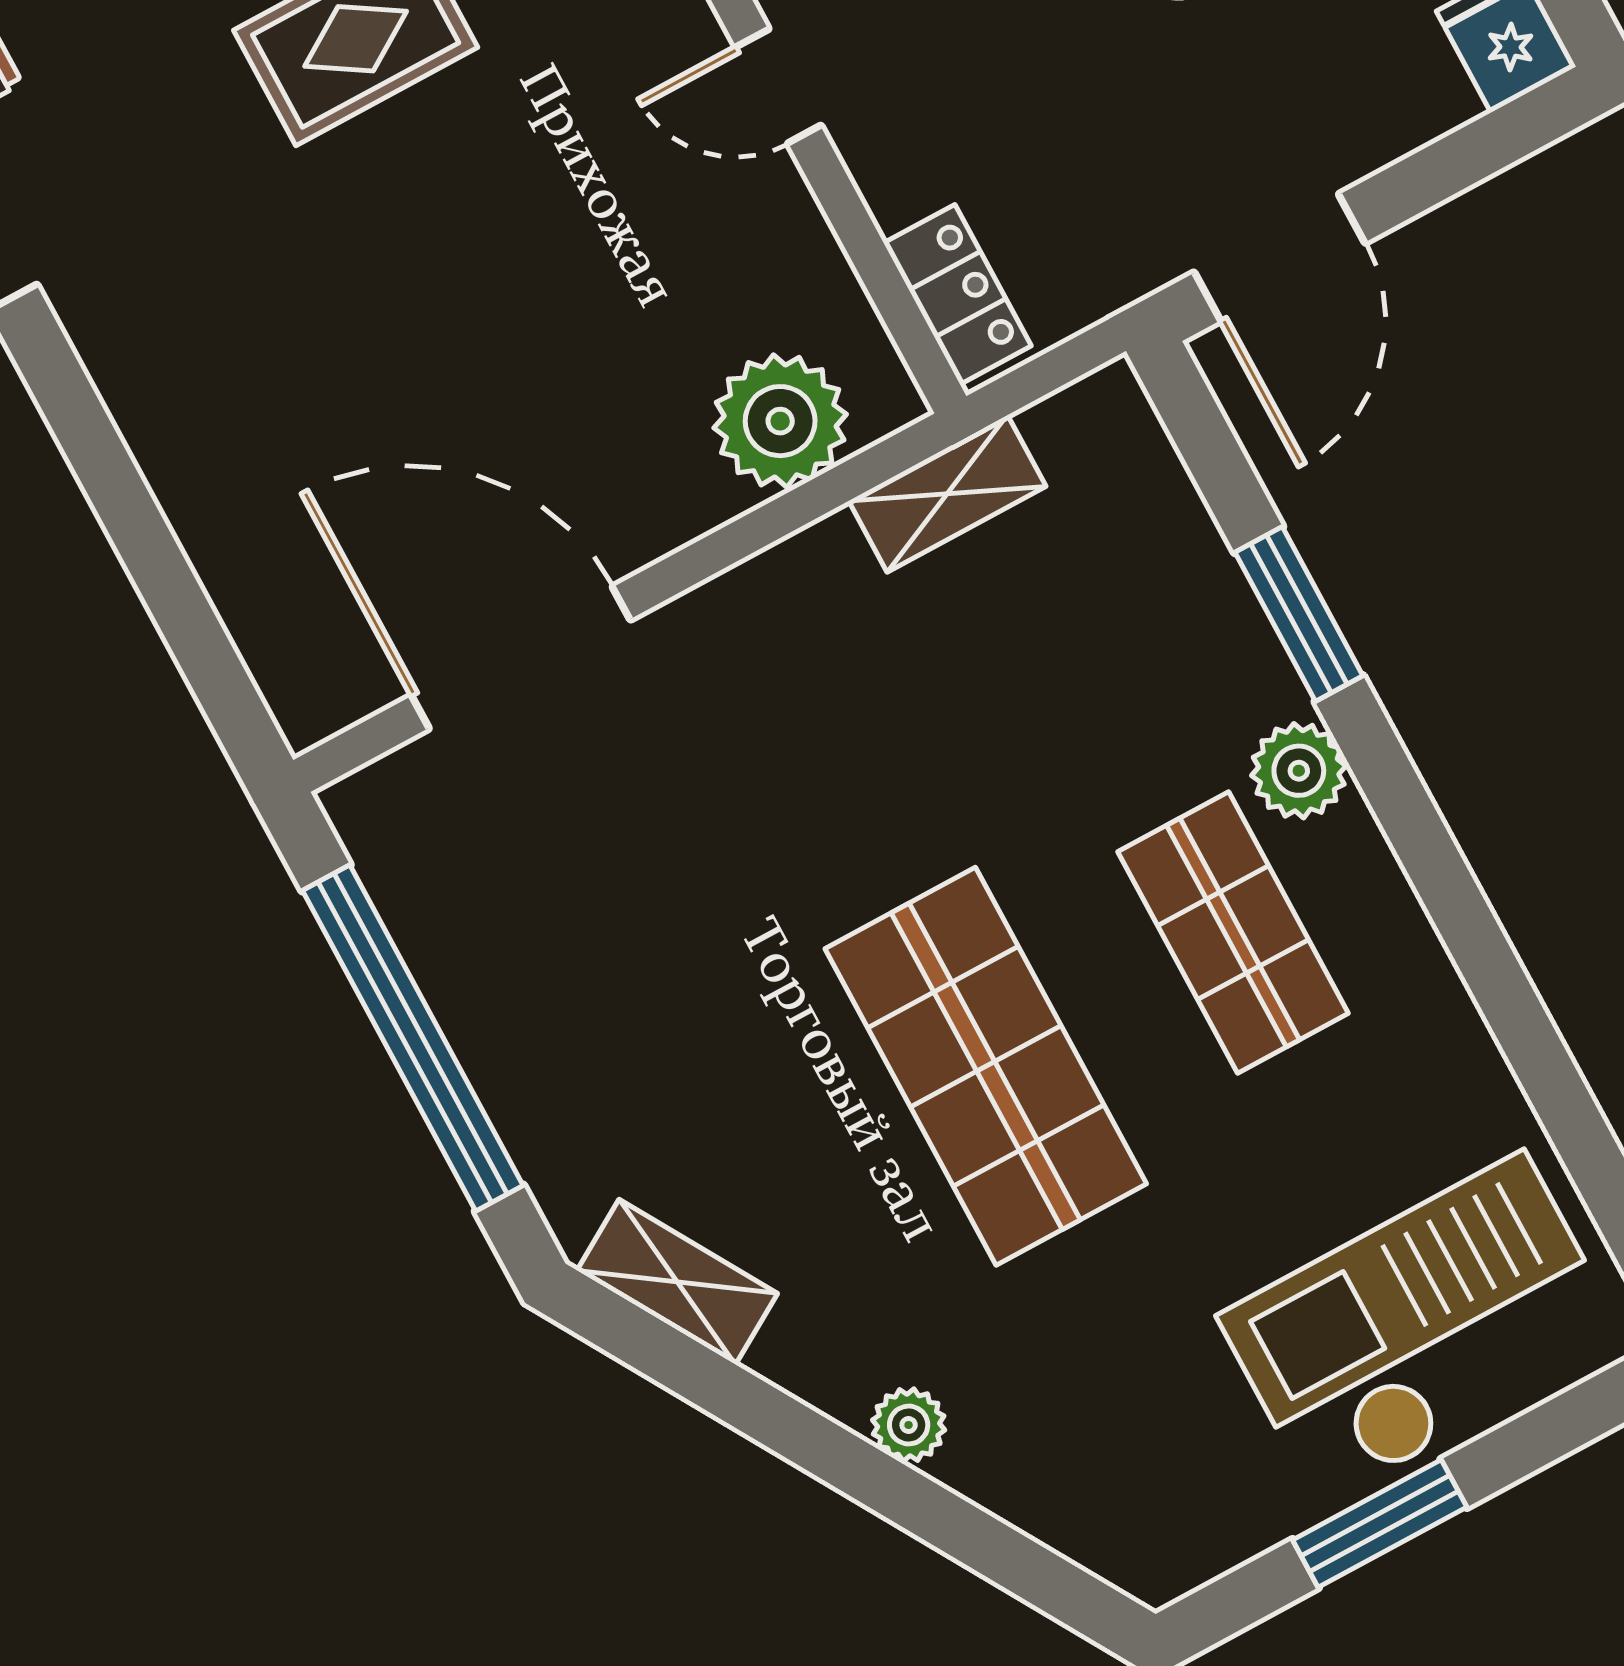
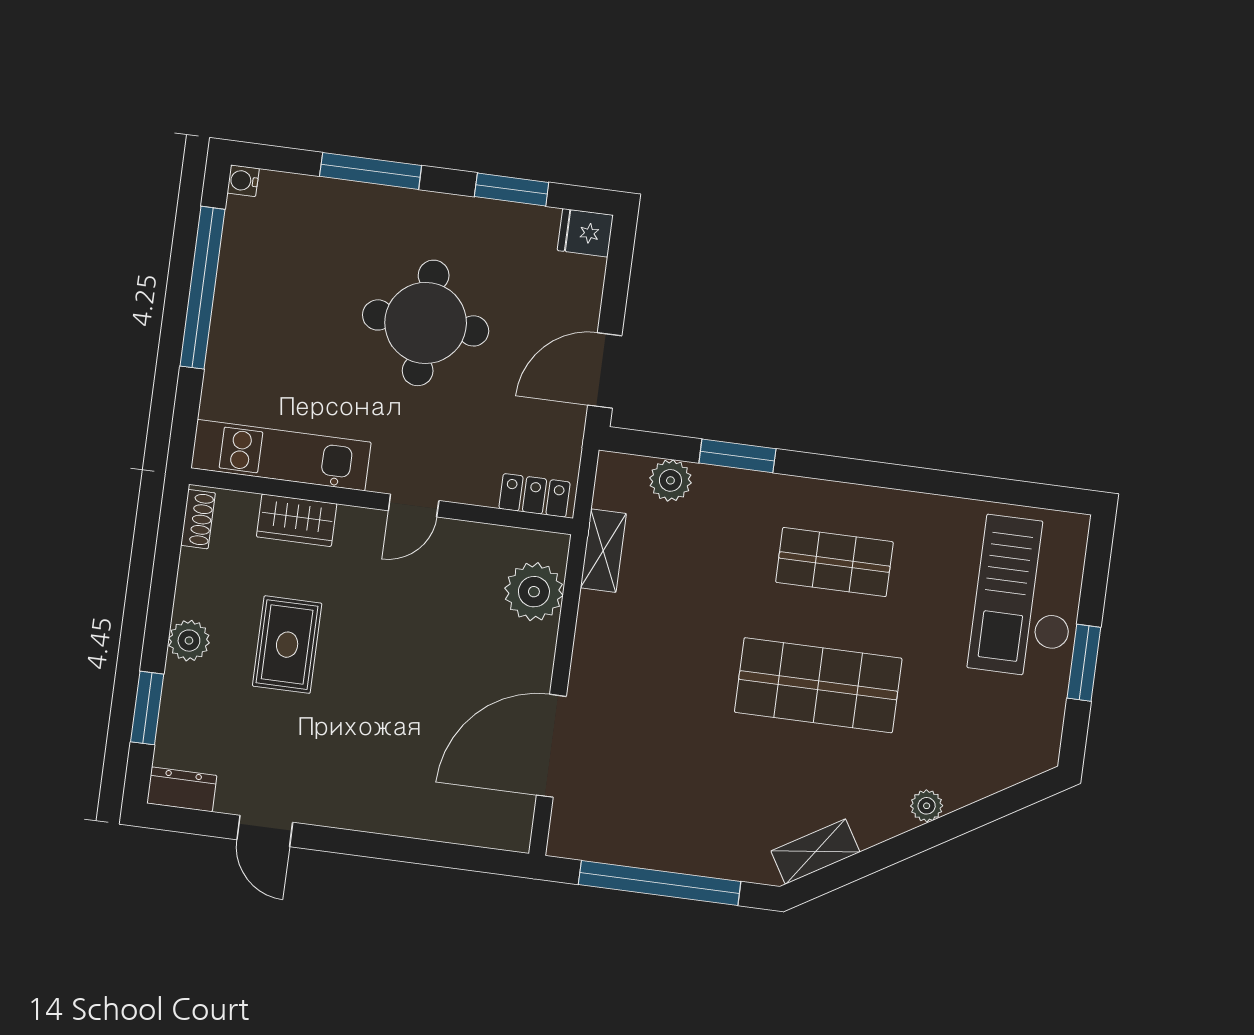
door: (1280, 258) -> (605, 371), swing flipped
plant: (1299, 771) -> (670, 480), moved

